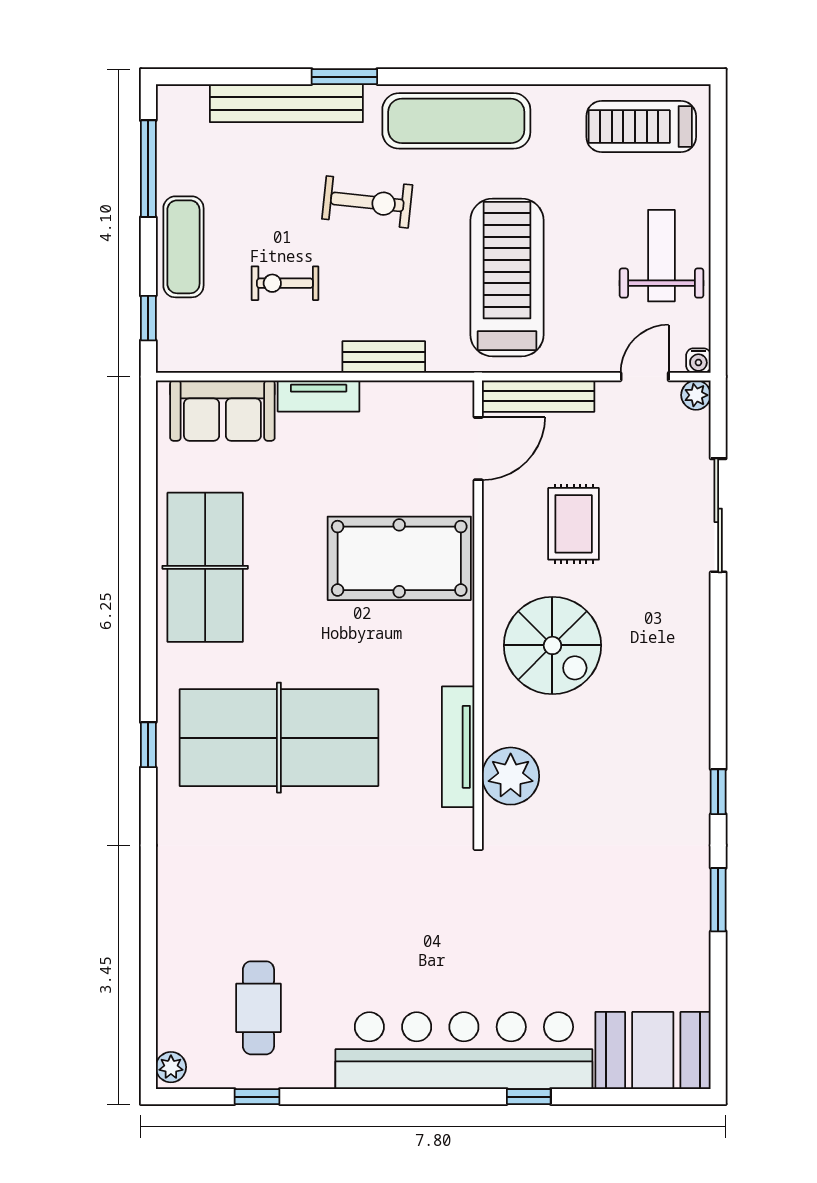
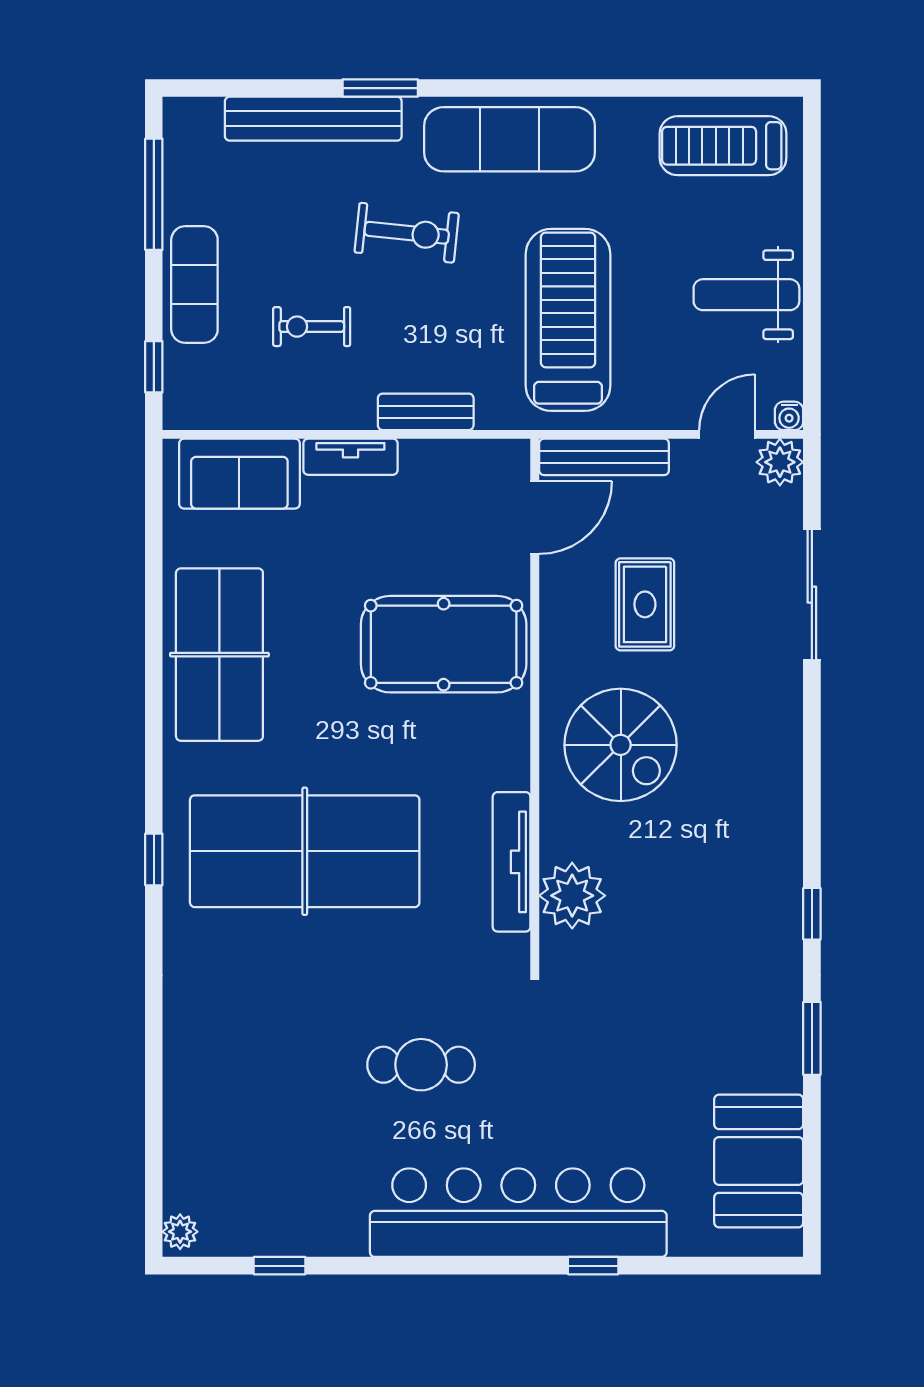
weight bench: (661, 256) -> (746, 295), turned -90
plant: (696, 395) -> (780, 462), width x1.38, depth x1.38
cafe table: (258, 1008) -> (421, 1065), moved, turned 90
booth: (653, 1050) -> (759, 1161), moved, turned 90

